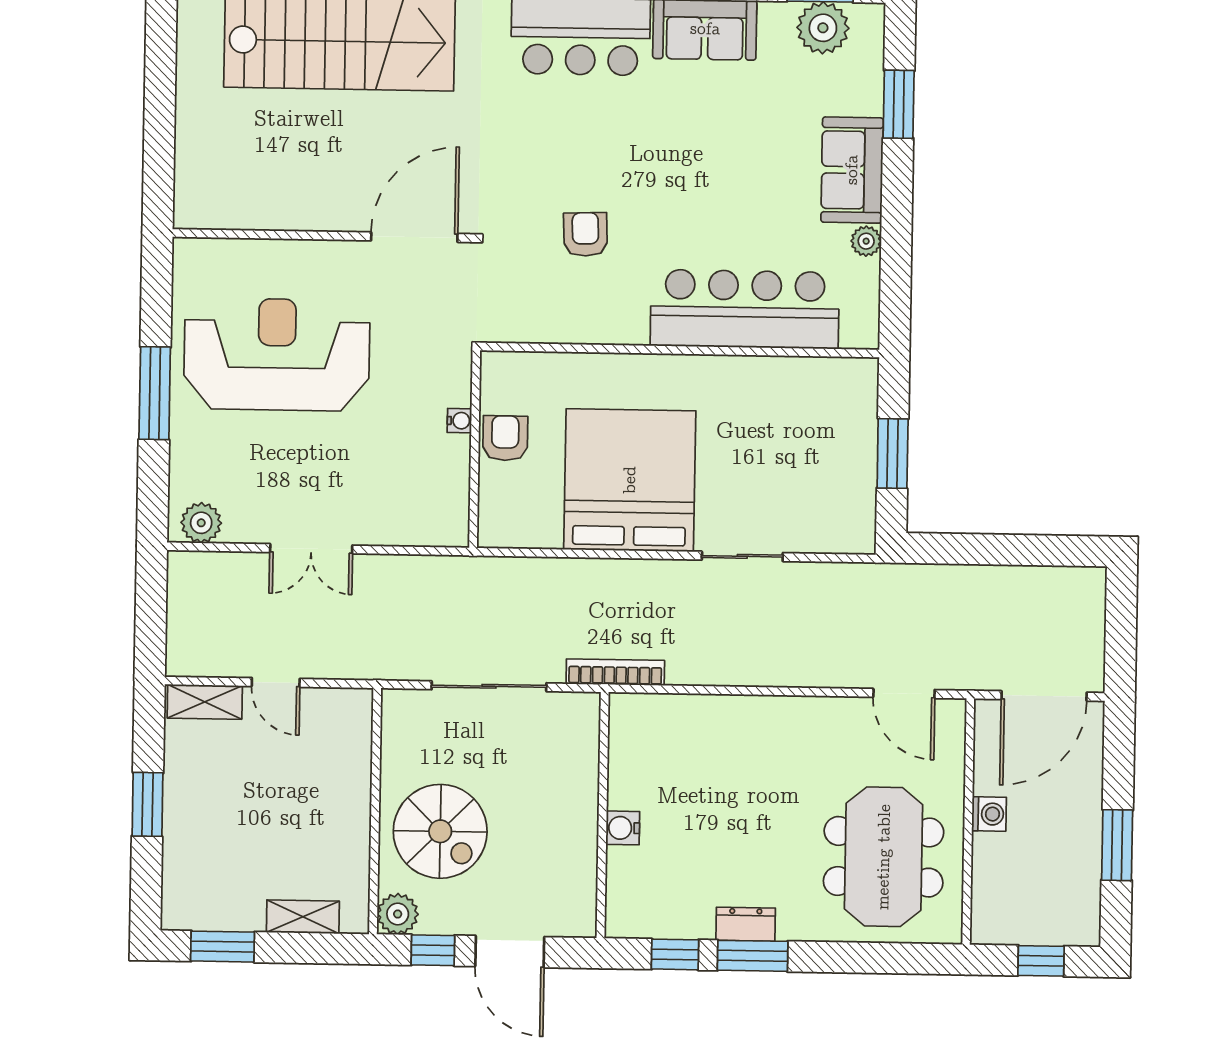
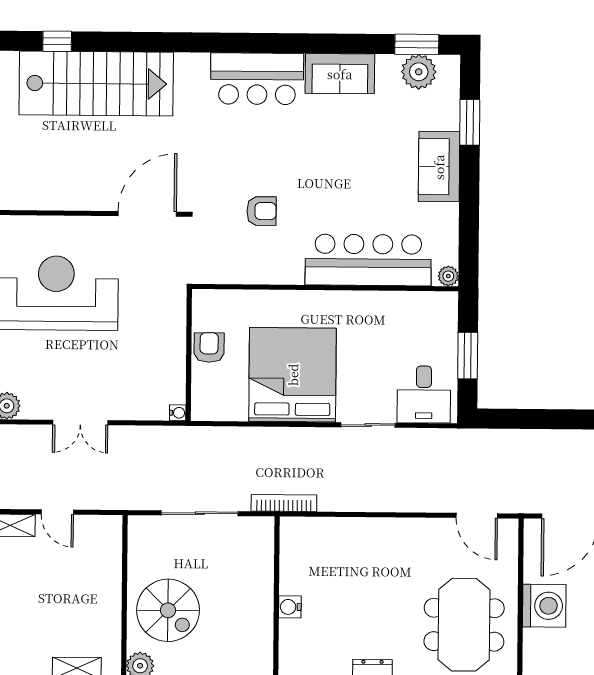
armchair: (585, 234) -> (261, 211), turned 92
plant: (866, 241) -> (448, 276), moved
water cooler: (459, 421) -> (178, 413), moved
desk: (826, 511) -> (424, 394), added
washing machine: (989, 814) -> (544, 606), width x1.89, depth x1.89

